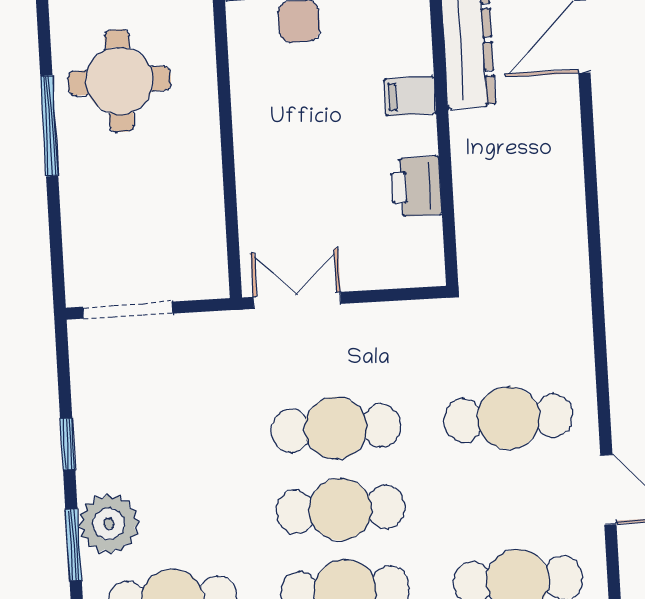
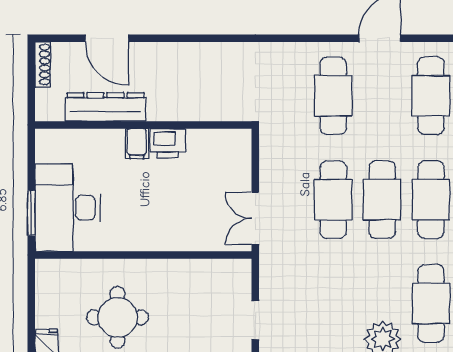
printer: (416, 187) -> (168, 143), moved
doorway: (128, 310) -> (255, 320), width x0.73

